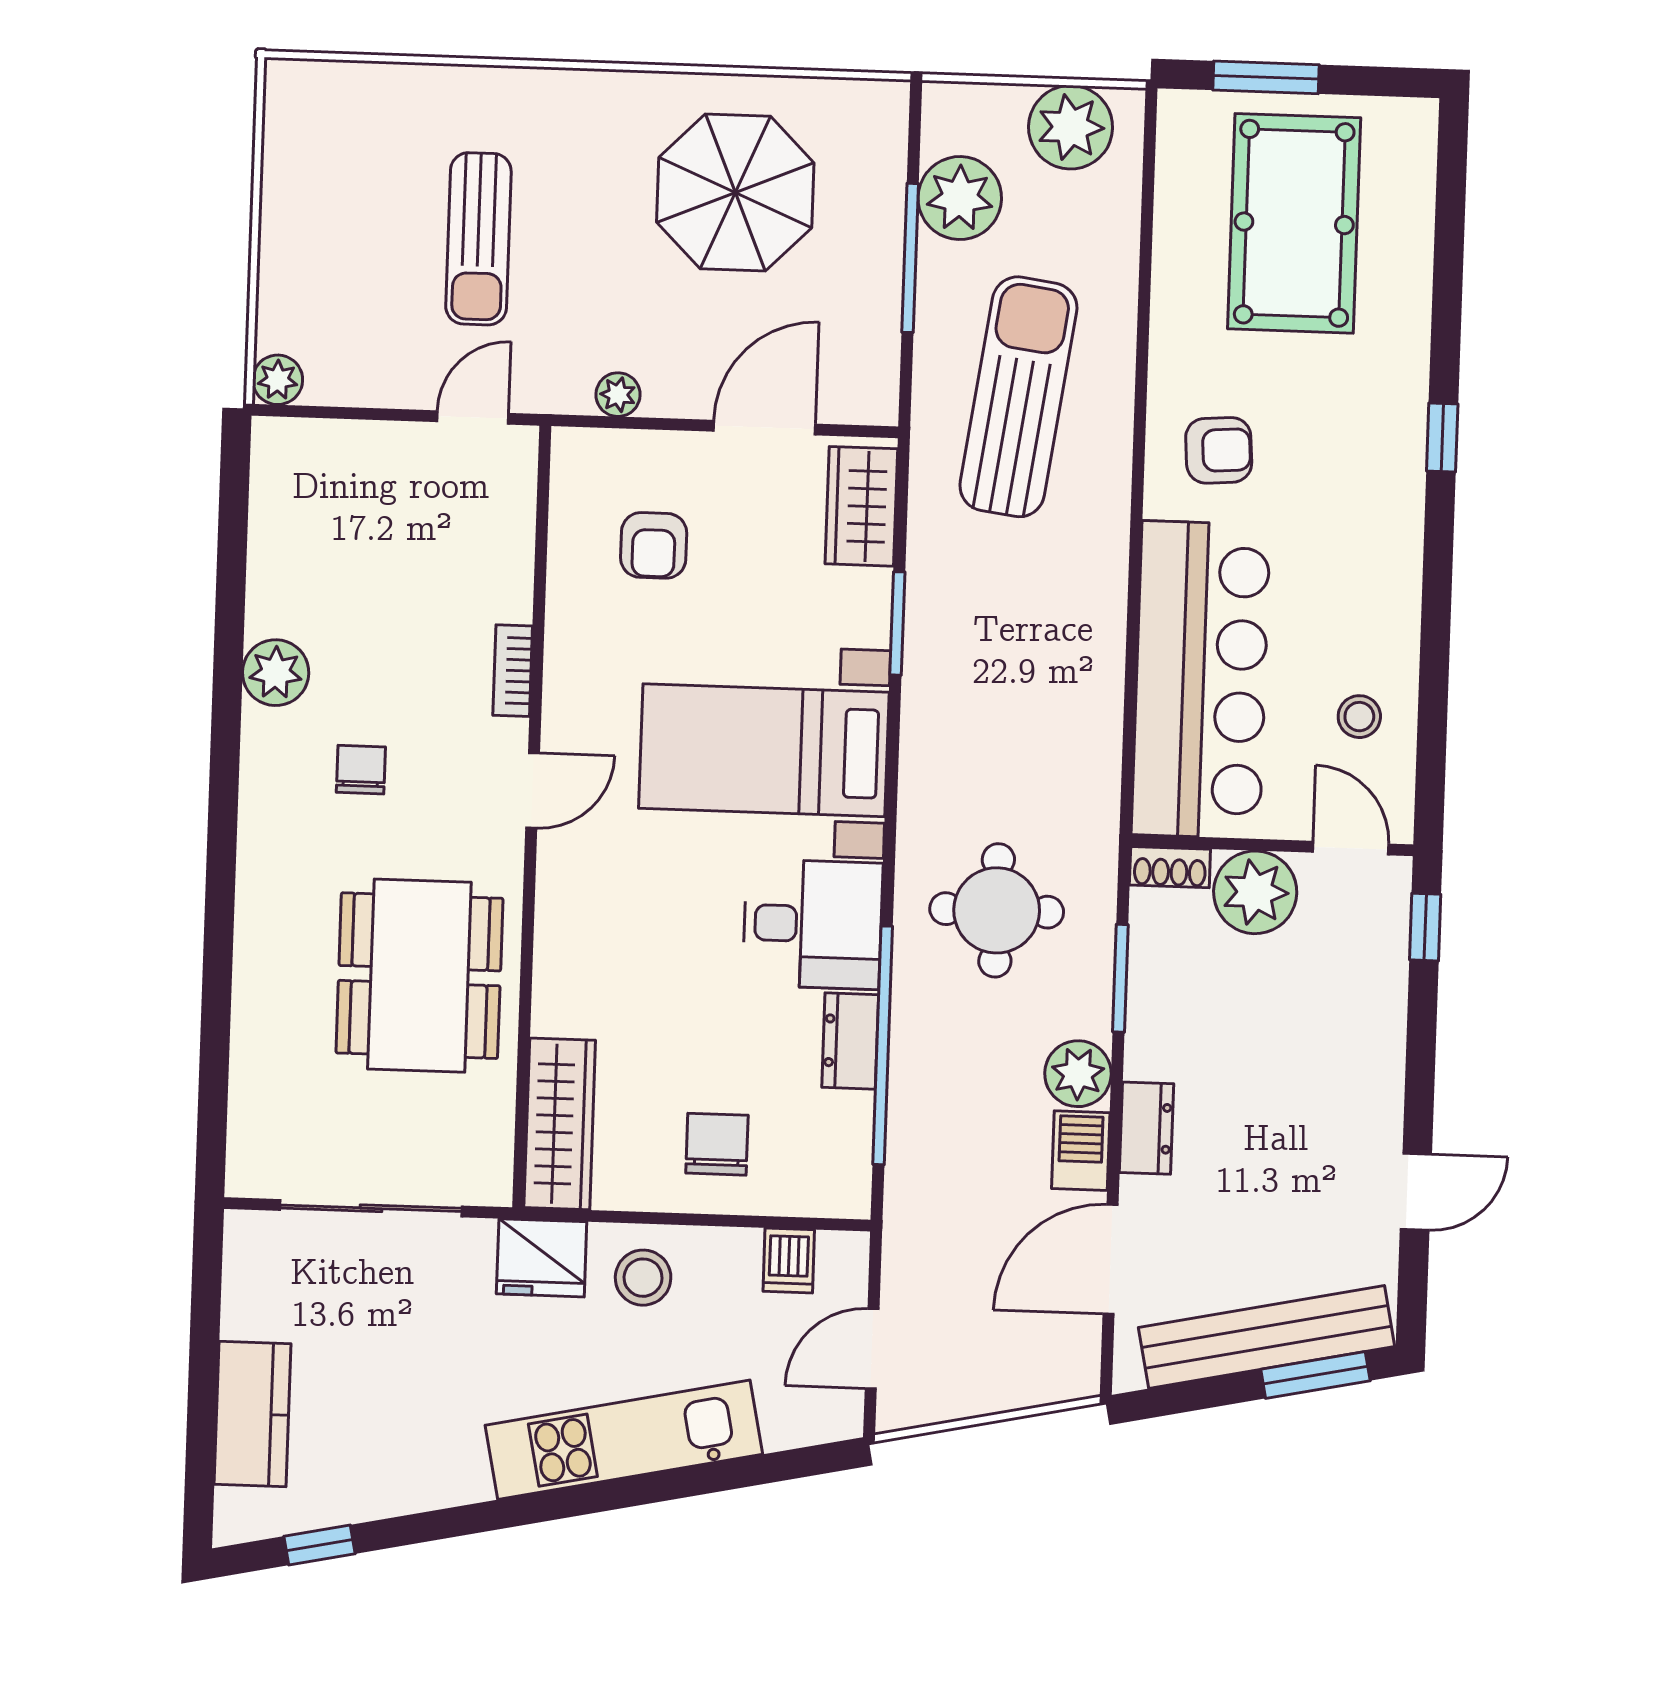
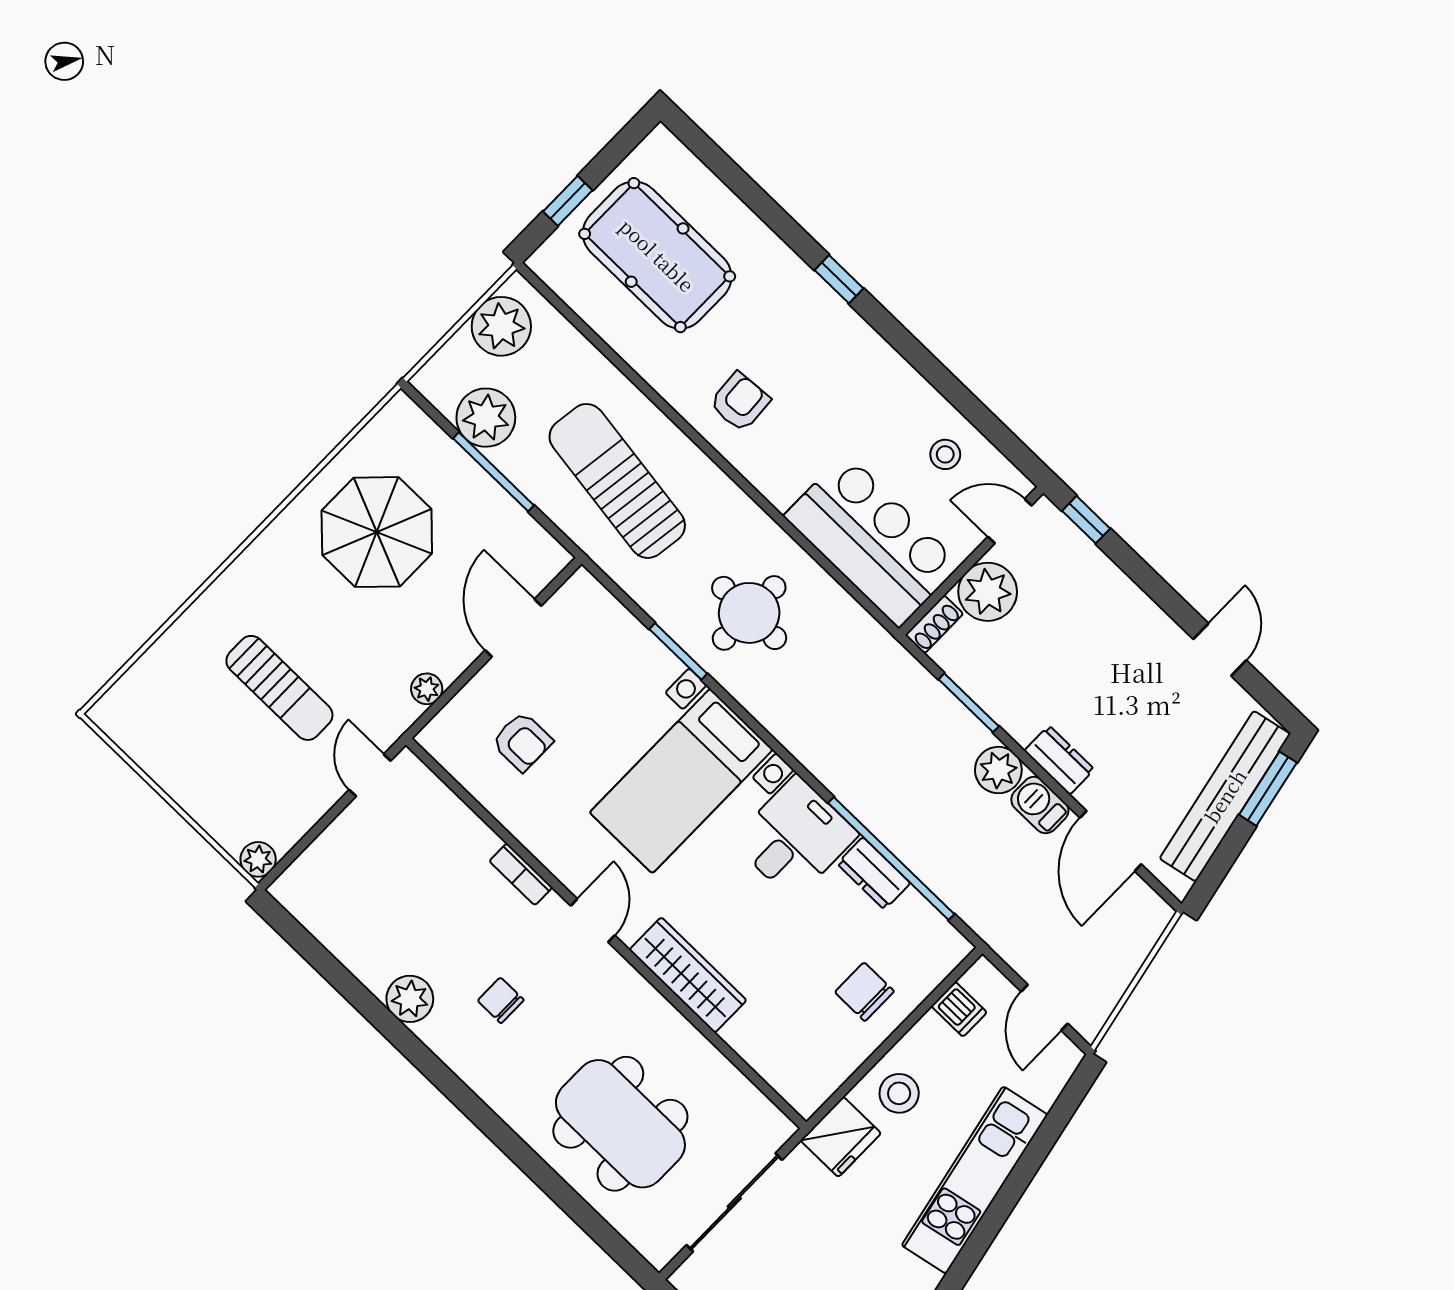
window: (1266, 77) -> (568, 201), width x0.67
wardrobe: (861, 506) -> (600, 615), removed
bar counter: (1201, 680) -> (872, 540), width x0.73
round table: (997, 910) -> (749, 613), moved
dining table: (419, 976) -> (620, 1124), moved
wardrobe: (560, 1124) -> (688, 975), moved

